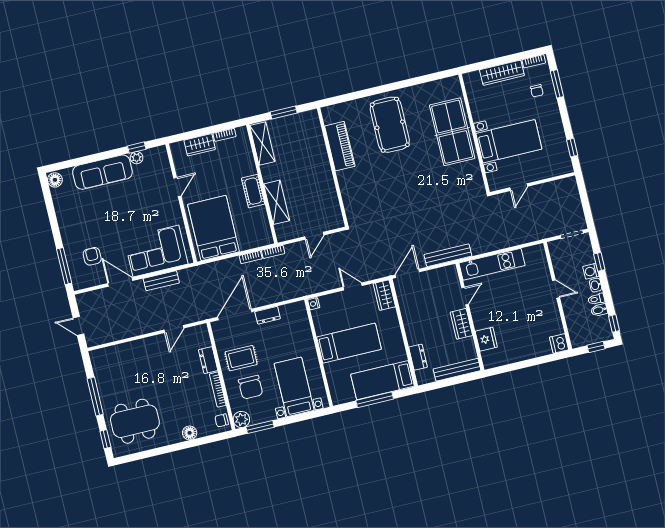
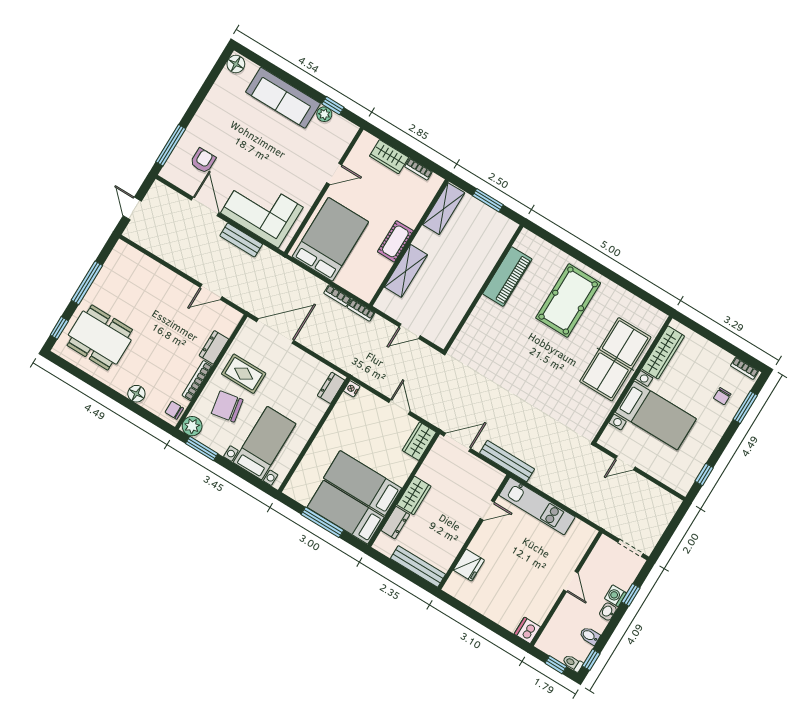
wardrobe: (502, 73) -> (663, 352), moved, turned -90
toilet: (596, 299) -> (573, 663), moved
dresser: (268, 315) -> (331, 388), moved, turned 90
wardrobe: (461, 324) -> (414, 495), moved, turned 180
bed: (349, 343) -> (363, 483), moved, turned 180
chair: (251, 387) -> (227, 406), turned 80

